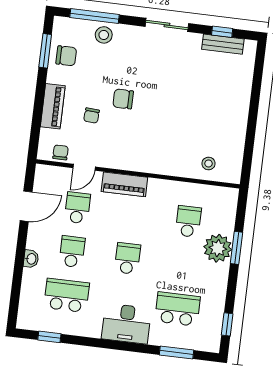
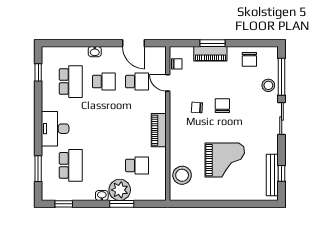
sliding door: (167, 25) -> (282, 119), moved
bench: (223, 44) -> (272, 175), width x1.36
window: (45, 51) -> (213, 43), moved
grand piano: (195, 105) -> (225, 160), added
chair: (91, 116) -> (197, 107), moved
stool: (209, 163) -> (182, 175), width x1.89, depth x1.89
piano: (124, 184) -> (159, 130), moved
school desk: (127, 258) -> (104, 123), removed
washbasin: (222, 273) -> (102, 195), added

